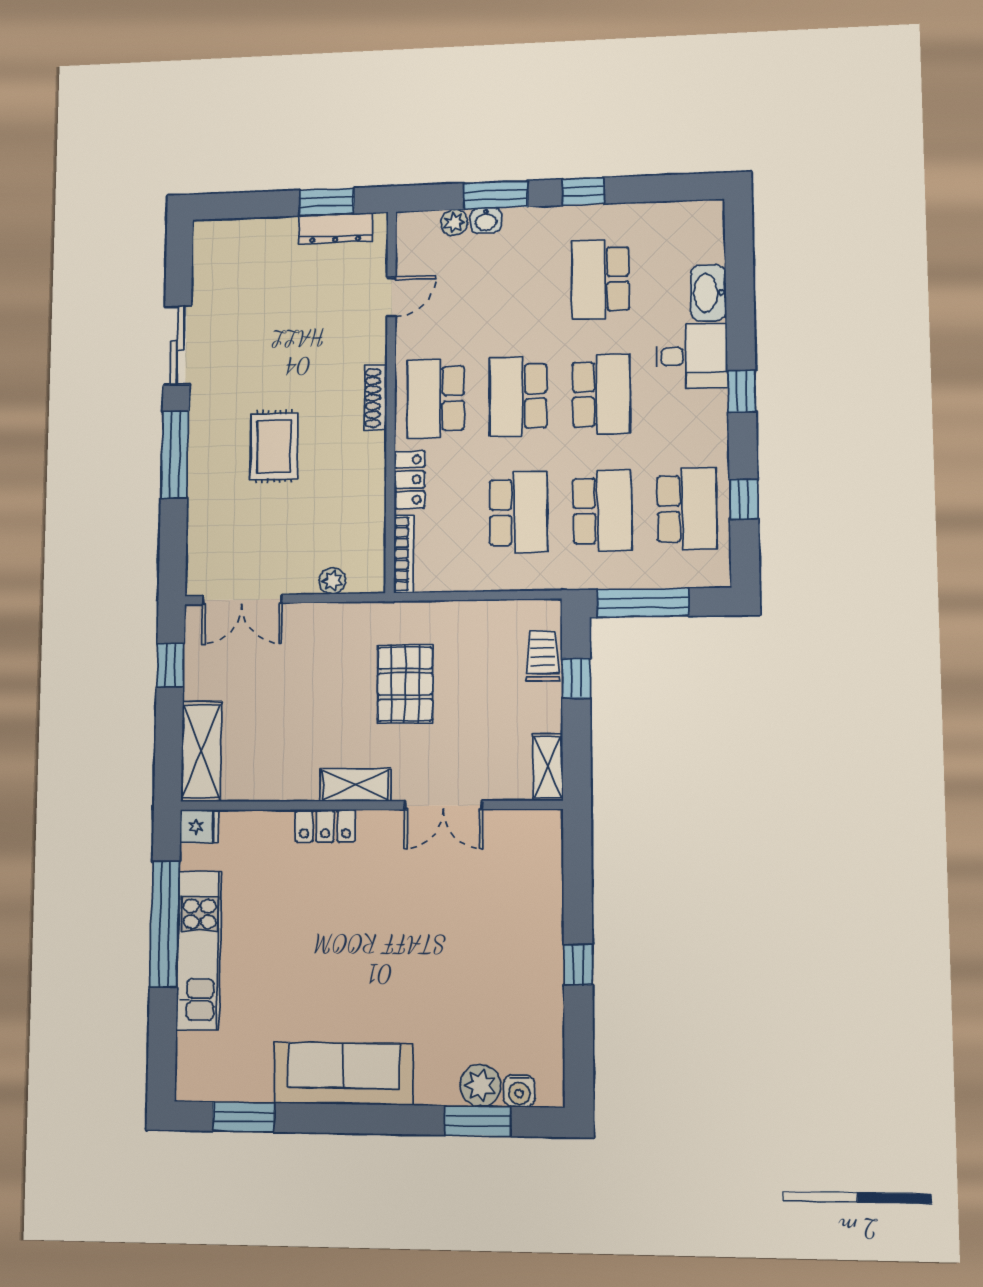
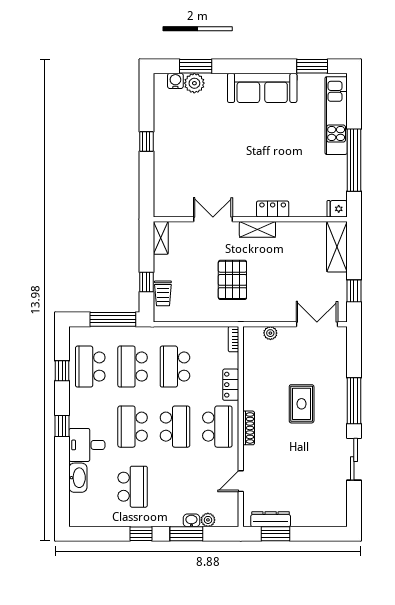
bookcase: (404, 554) -> (234, 339), width x0.64
kitchen unit: (199, 950) -> (336, 116), moved

